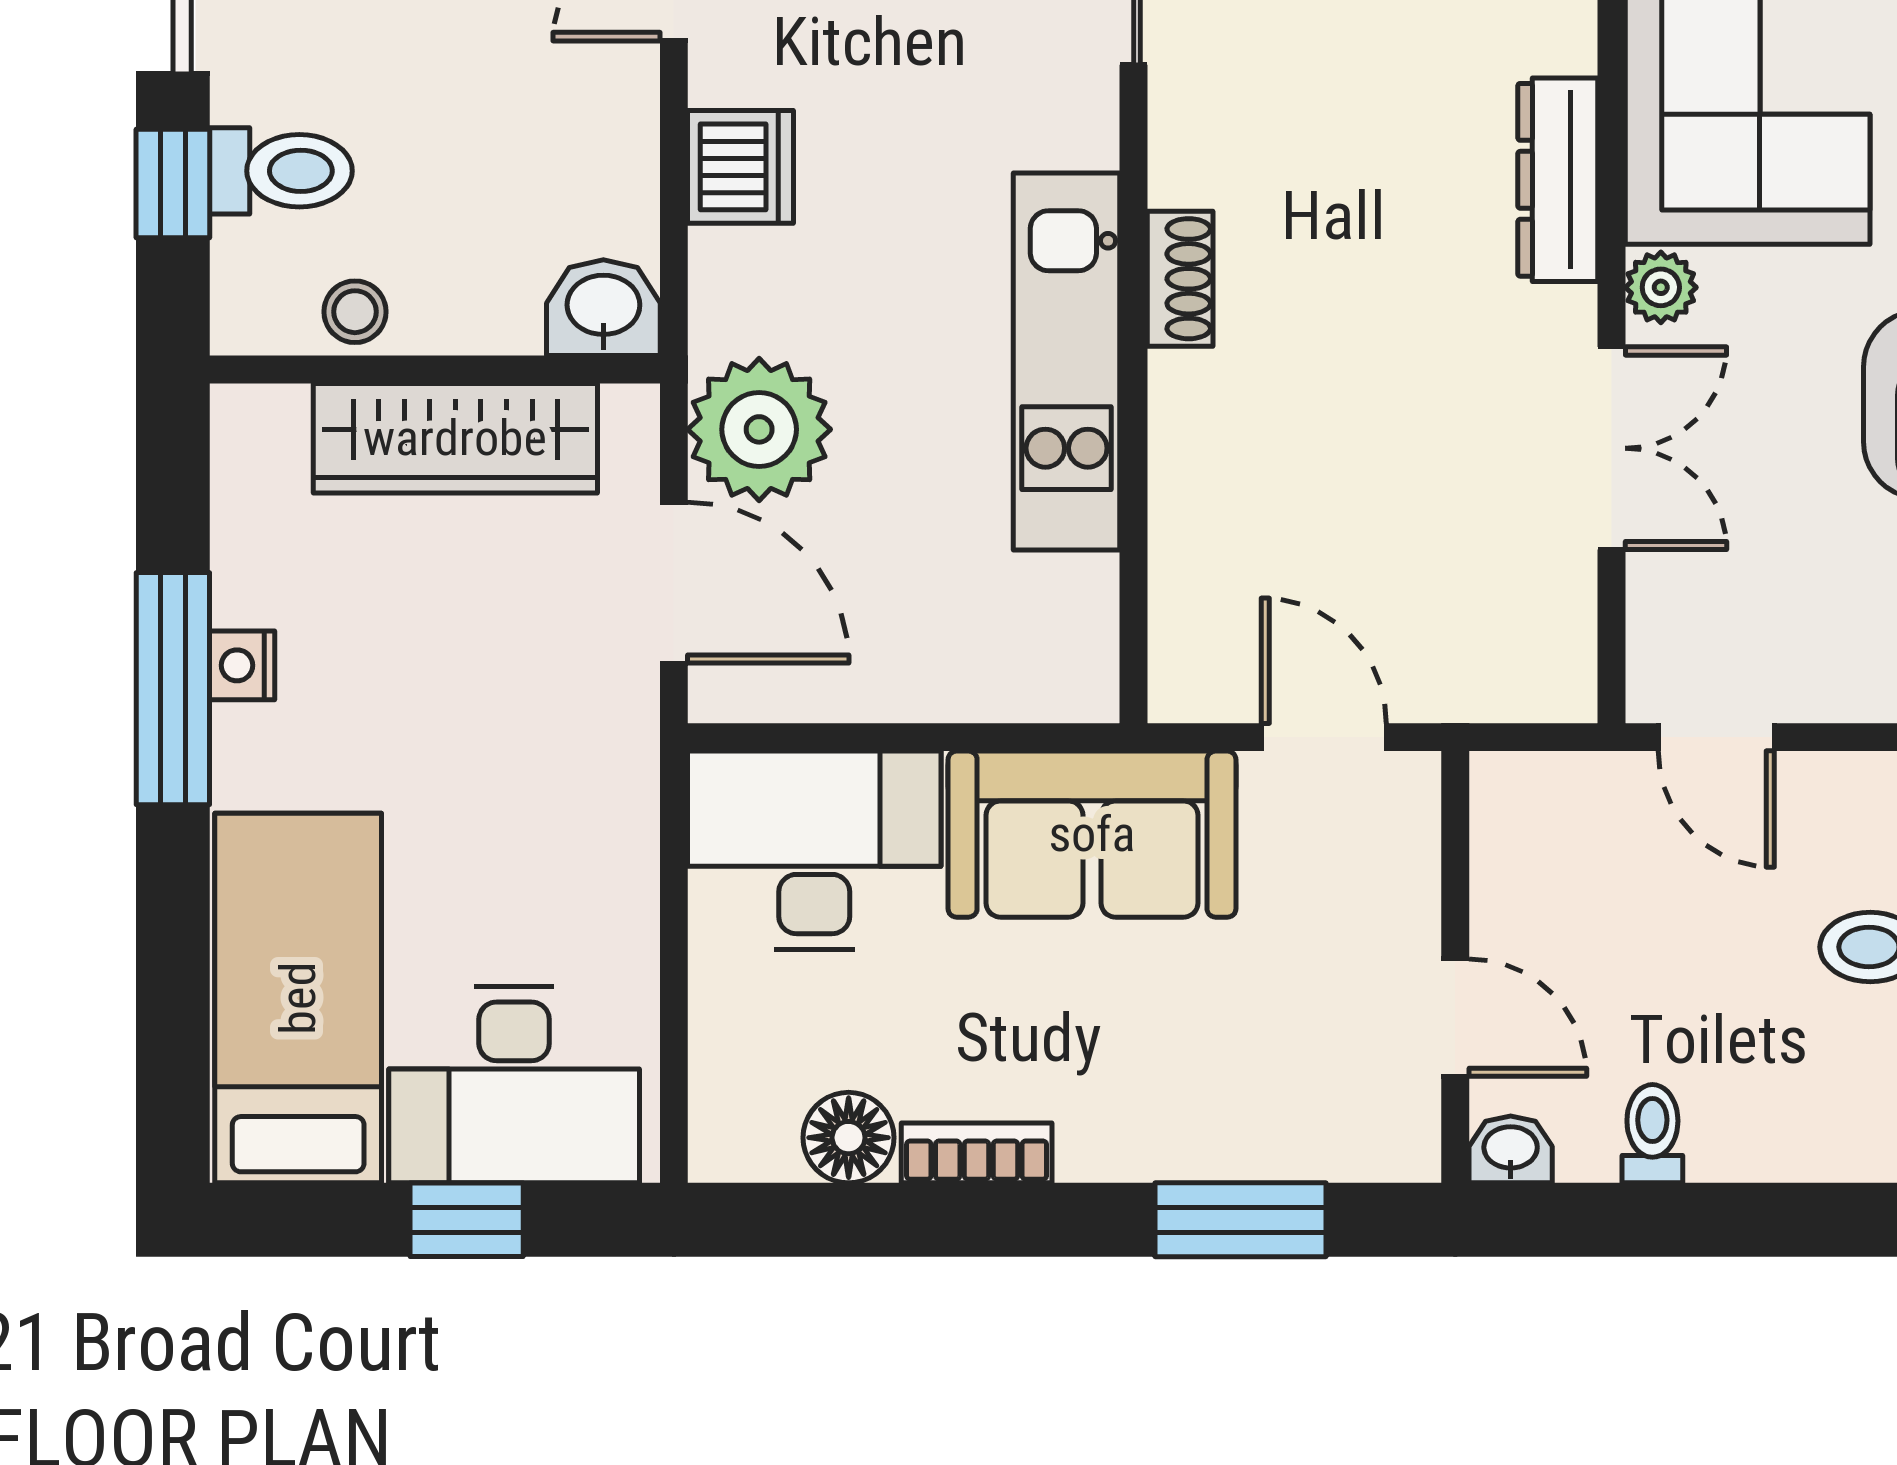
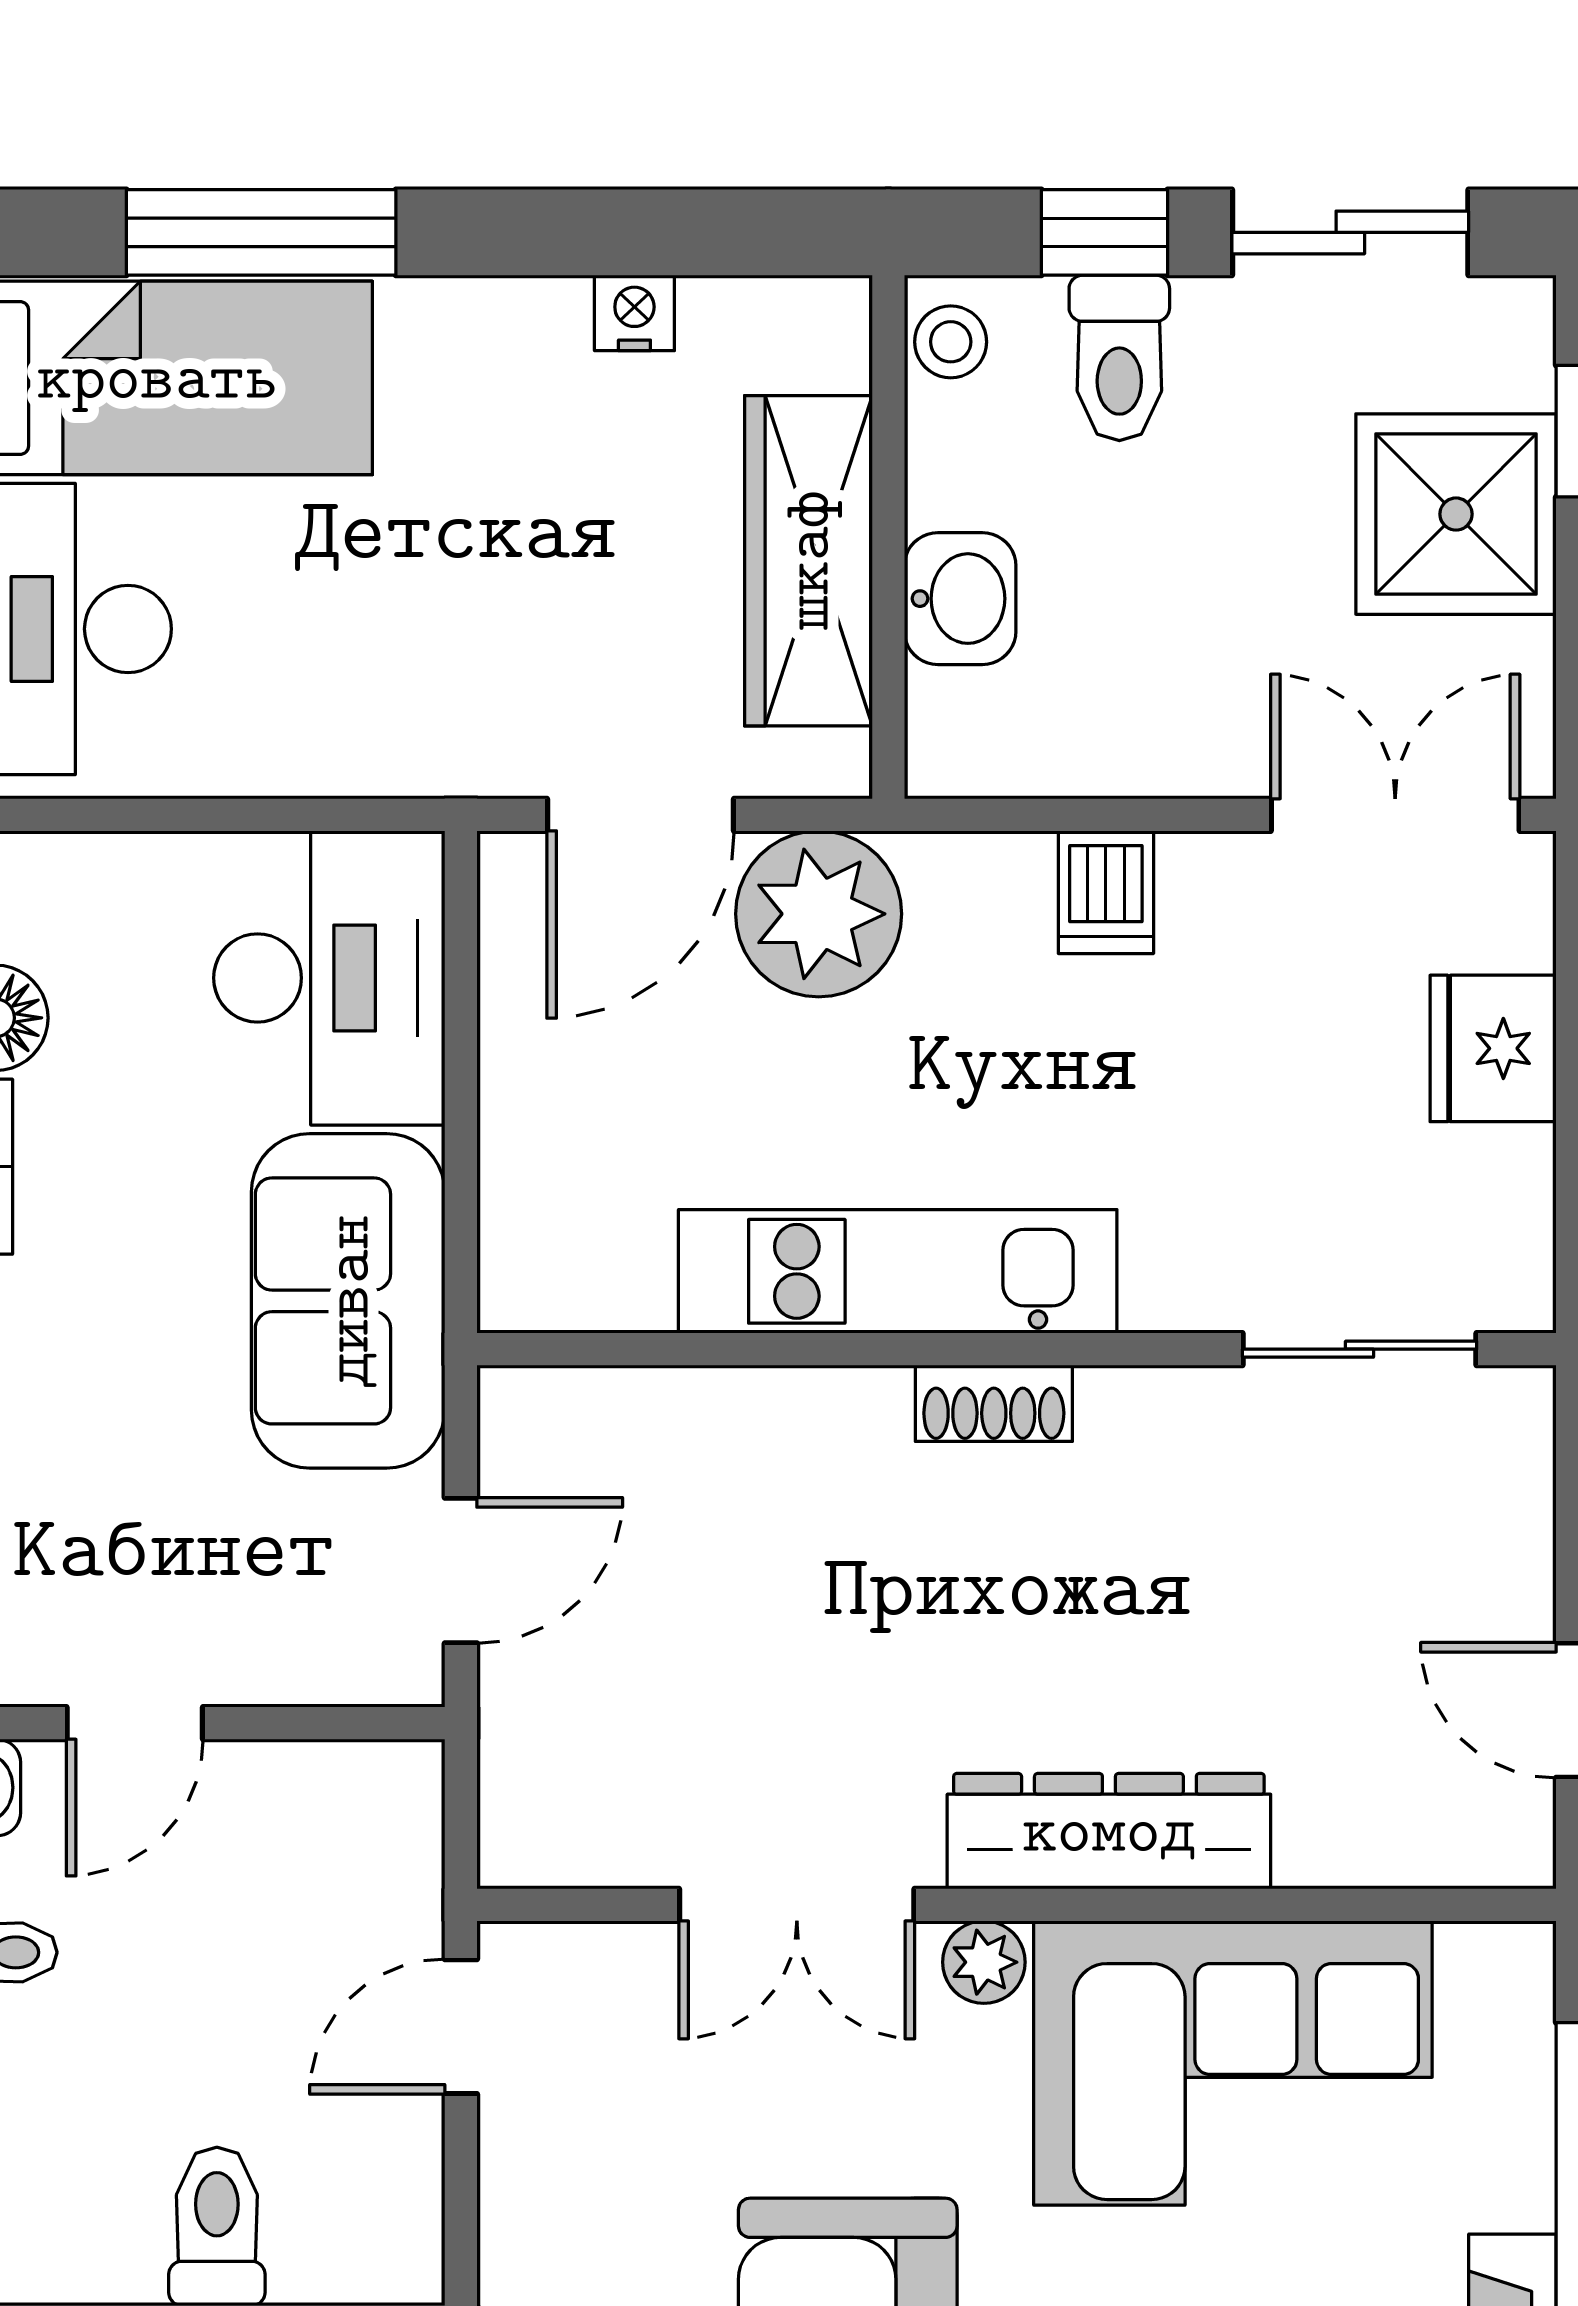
dishwasher: (740, 167) -> (1106, 892), width x0.73
dresser: (1558, 180) -> (1109, 1831), width x1.37, depth x1.24
washbasin: (603, 308) -> (960, 599), moved
stool: (355, 312) -> (951, 342), moved
nightstand: (242, 665) -> (634, 313), moved
window: (173, 689) -> (261, 232), moved

